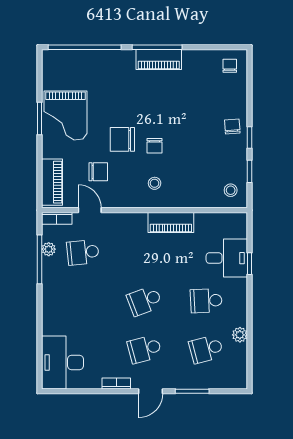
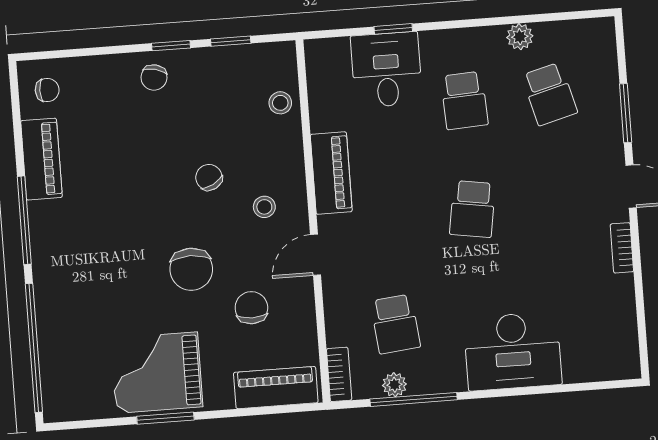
piano: (159, 59) -> (41, 159), moved
chair: (230, 66) -> (47, 90), turned 180
grand piano: (66, 116) -> (157, 373), turned 180
chair: (232, 126) -> (154, 78), turned -72
chair: (155, 146) -> (209, 177), moved, turned -118
stool: (231, 190) -> (280, 103), moved
door: (90, 210) -> (315, 255), moved
school desk: (145, 301) -> (472, 209), turned 30
school desk: (145, 349) -> (558, 203), removed
desk: (63, 362) -> (513, 351), moved

